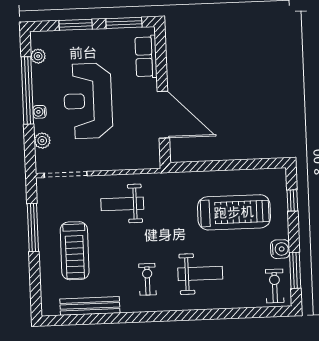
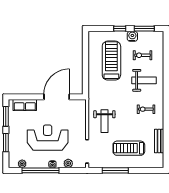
reception desk: (88, 101) -> (48, 138), turned 180
window: (292, 200) -> (120, 29), moved
treadmill: (75, 251) -> (129, 148), turned 180
weight bench: (200, 274) -> (144, 80), turned 90
exercise bike: (275, 286) -> (143, 55), moved
bench: (90, 306) -> (159, 141), width x0.73

